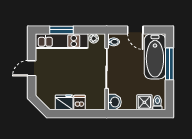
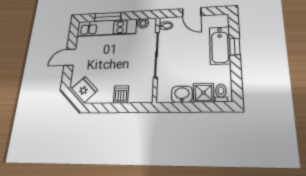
bathtub: (155, 56) -> (220, 45), width x0.73, depth x0.73
window: (169, 64) -> (235, 46), width x0.46
fridge: (64, 102) -> (84, 89), moved, turned 45
washbasin: (115, 102) -> (182, 94), moved, turned -90

